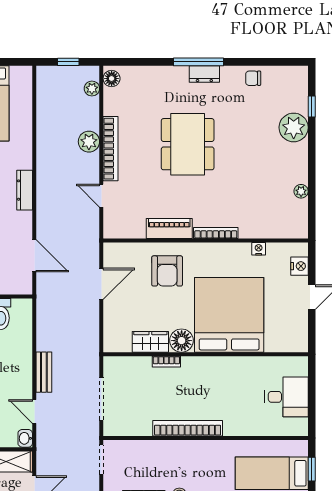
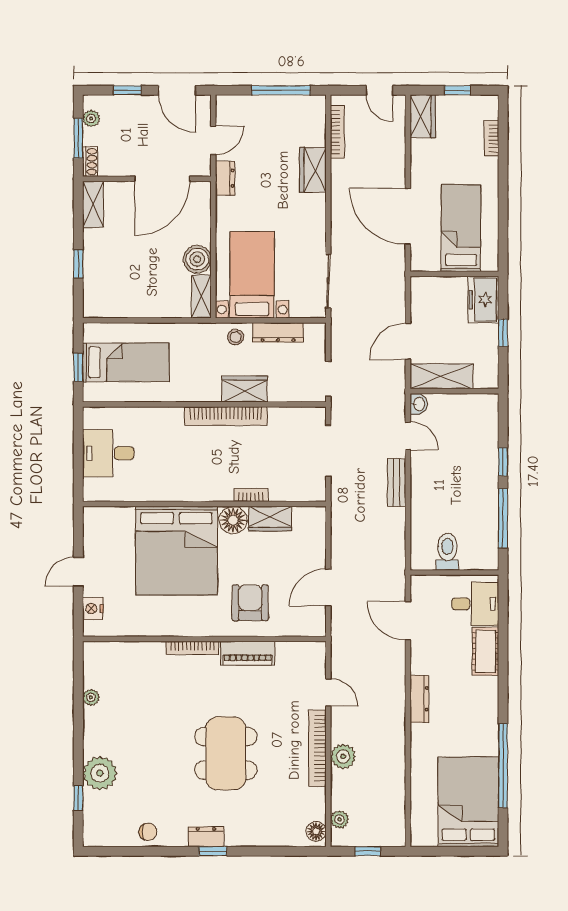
window: (199, 62) -> (213, 851), width x0.46
nightstand: (259, 249) -> (141, 629), removed
wardrobe: (172, 451) -> (245, 389), added

